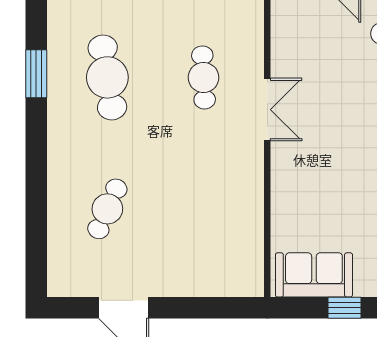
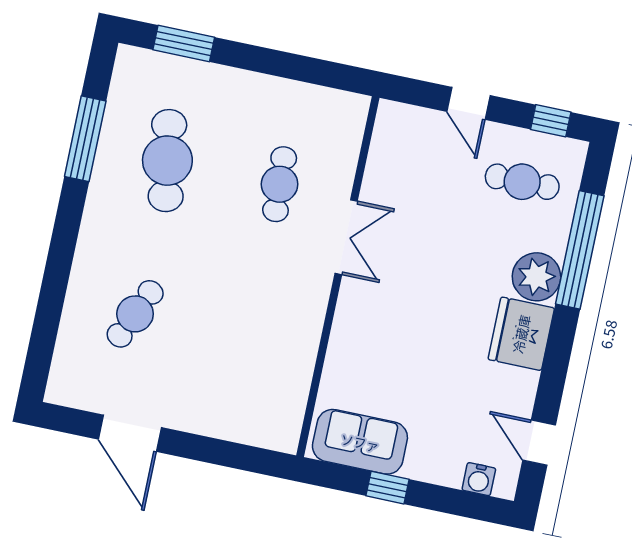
window: (36, 74) -> (85, 139), width x1.44

